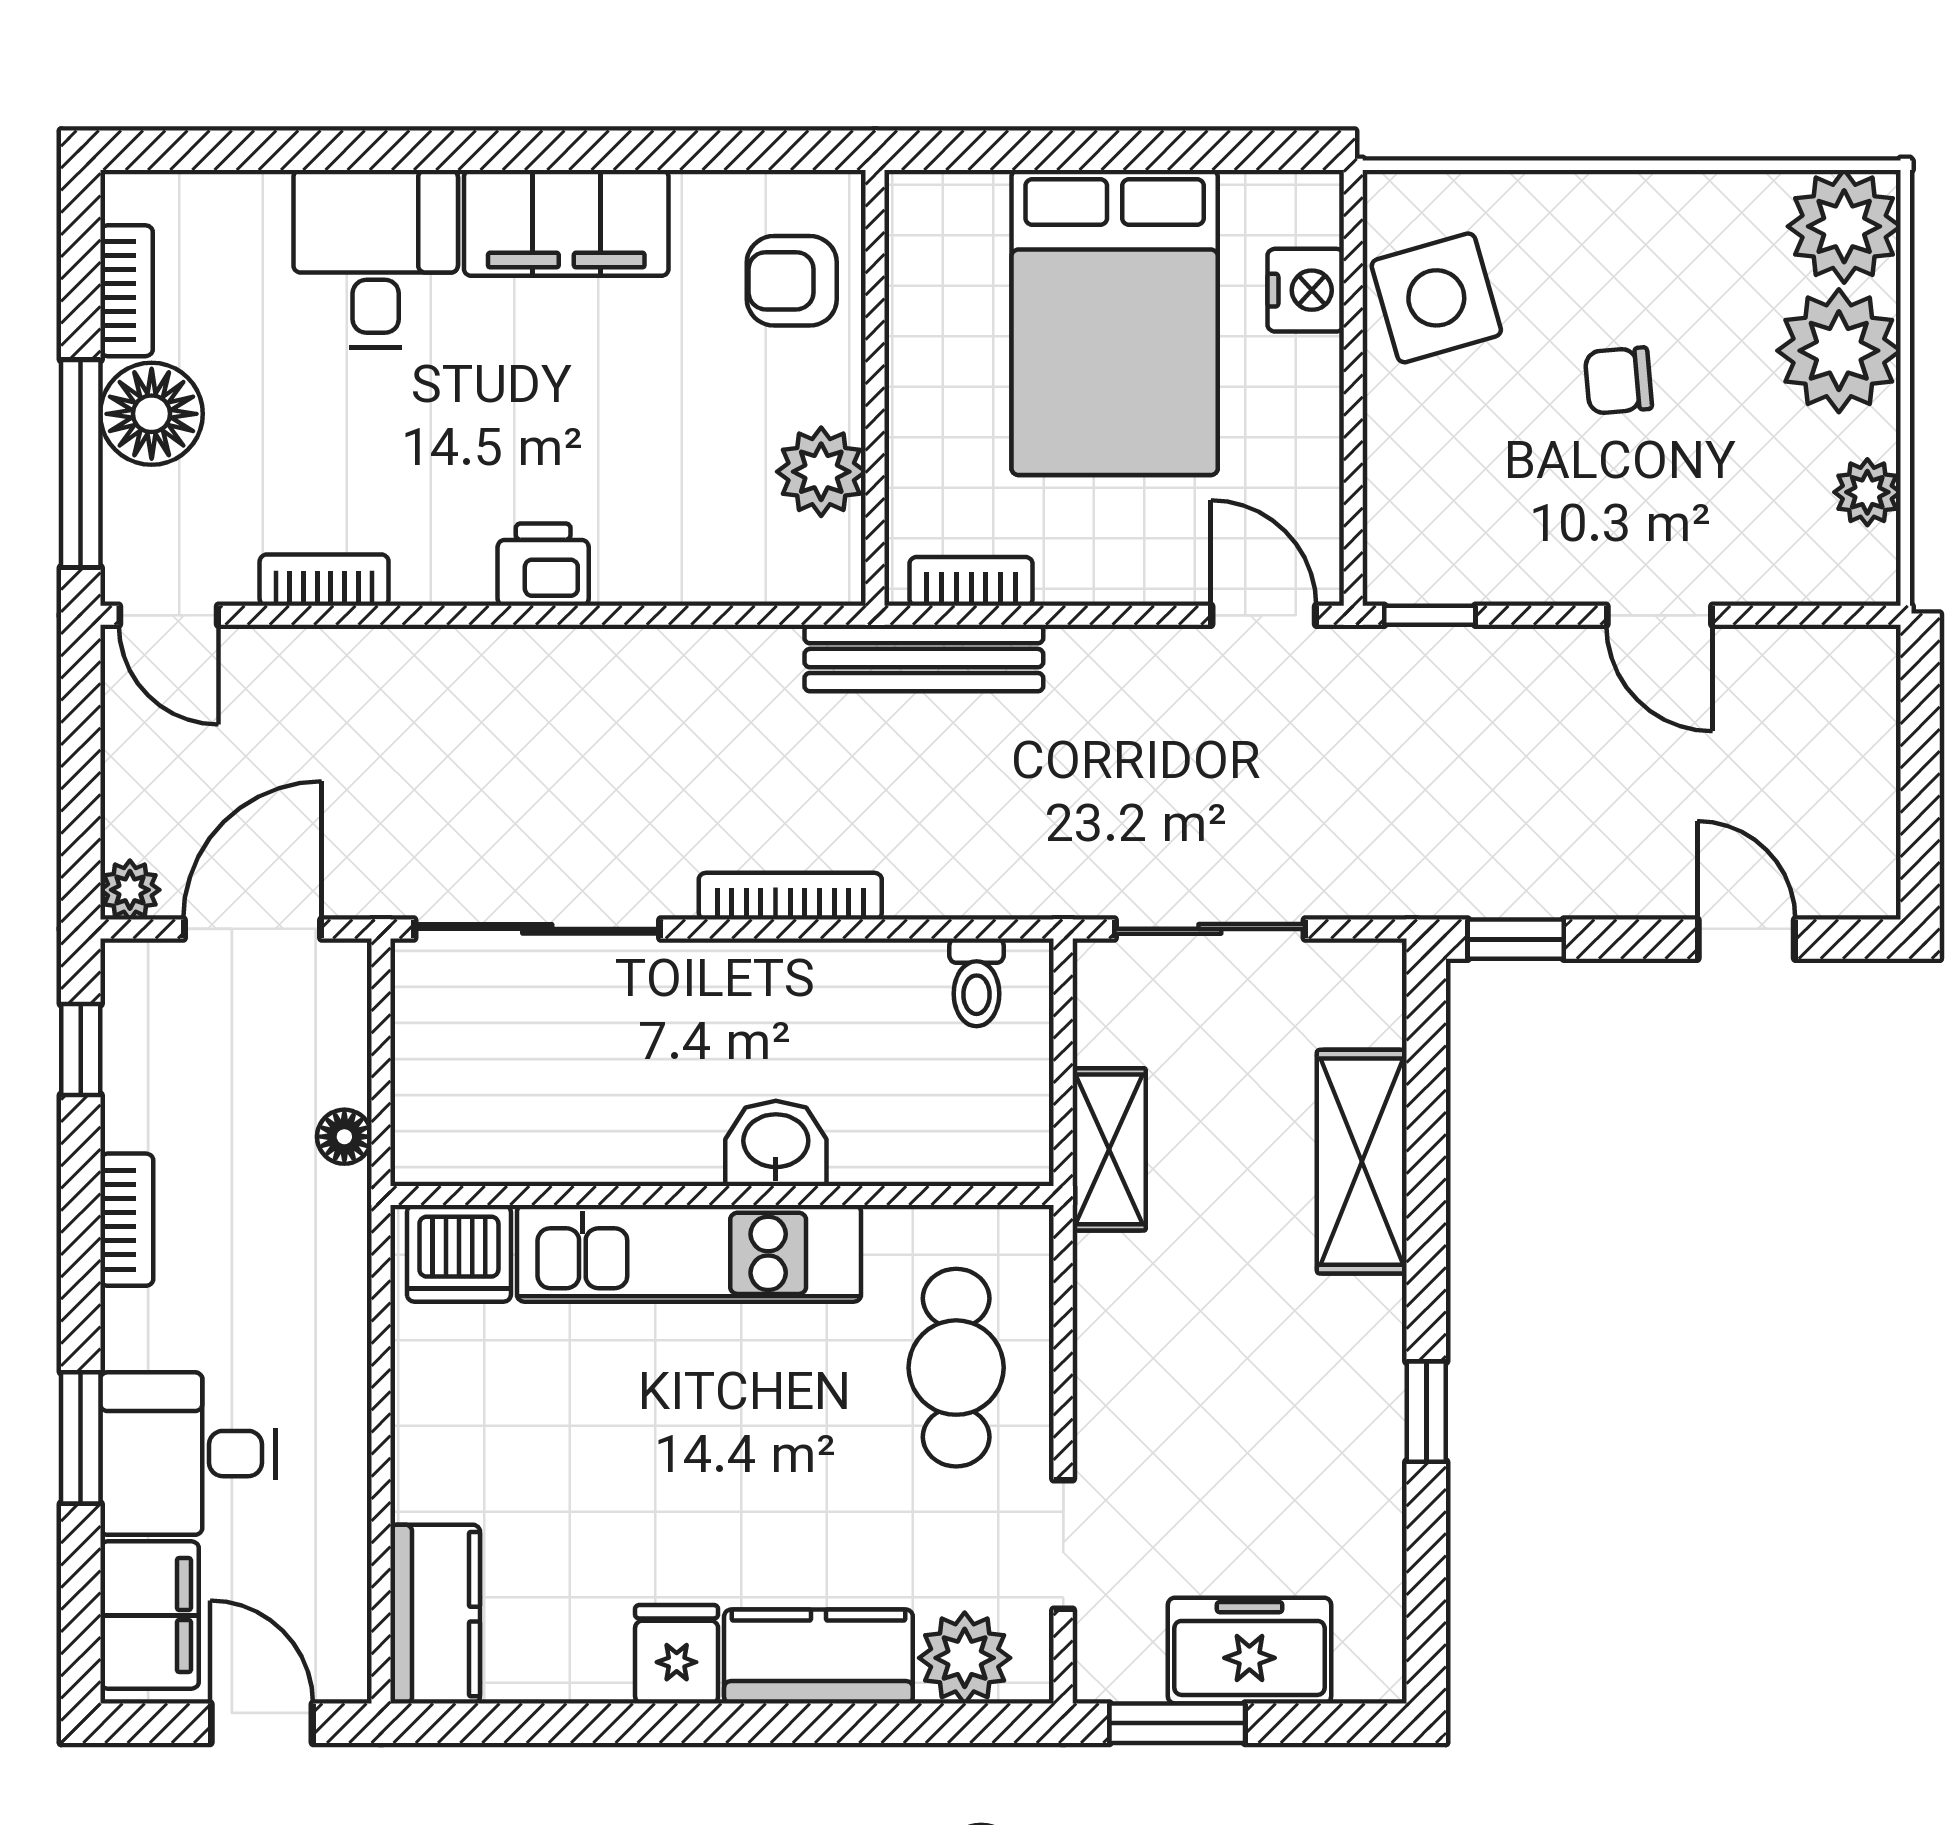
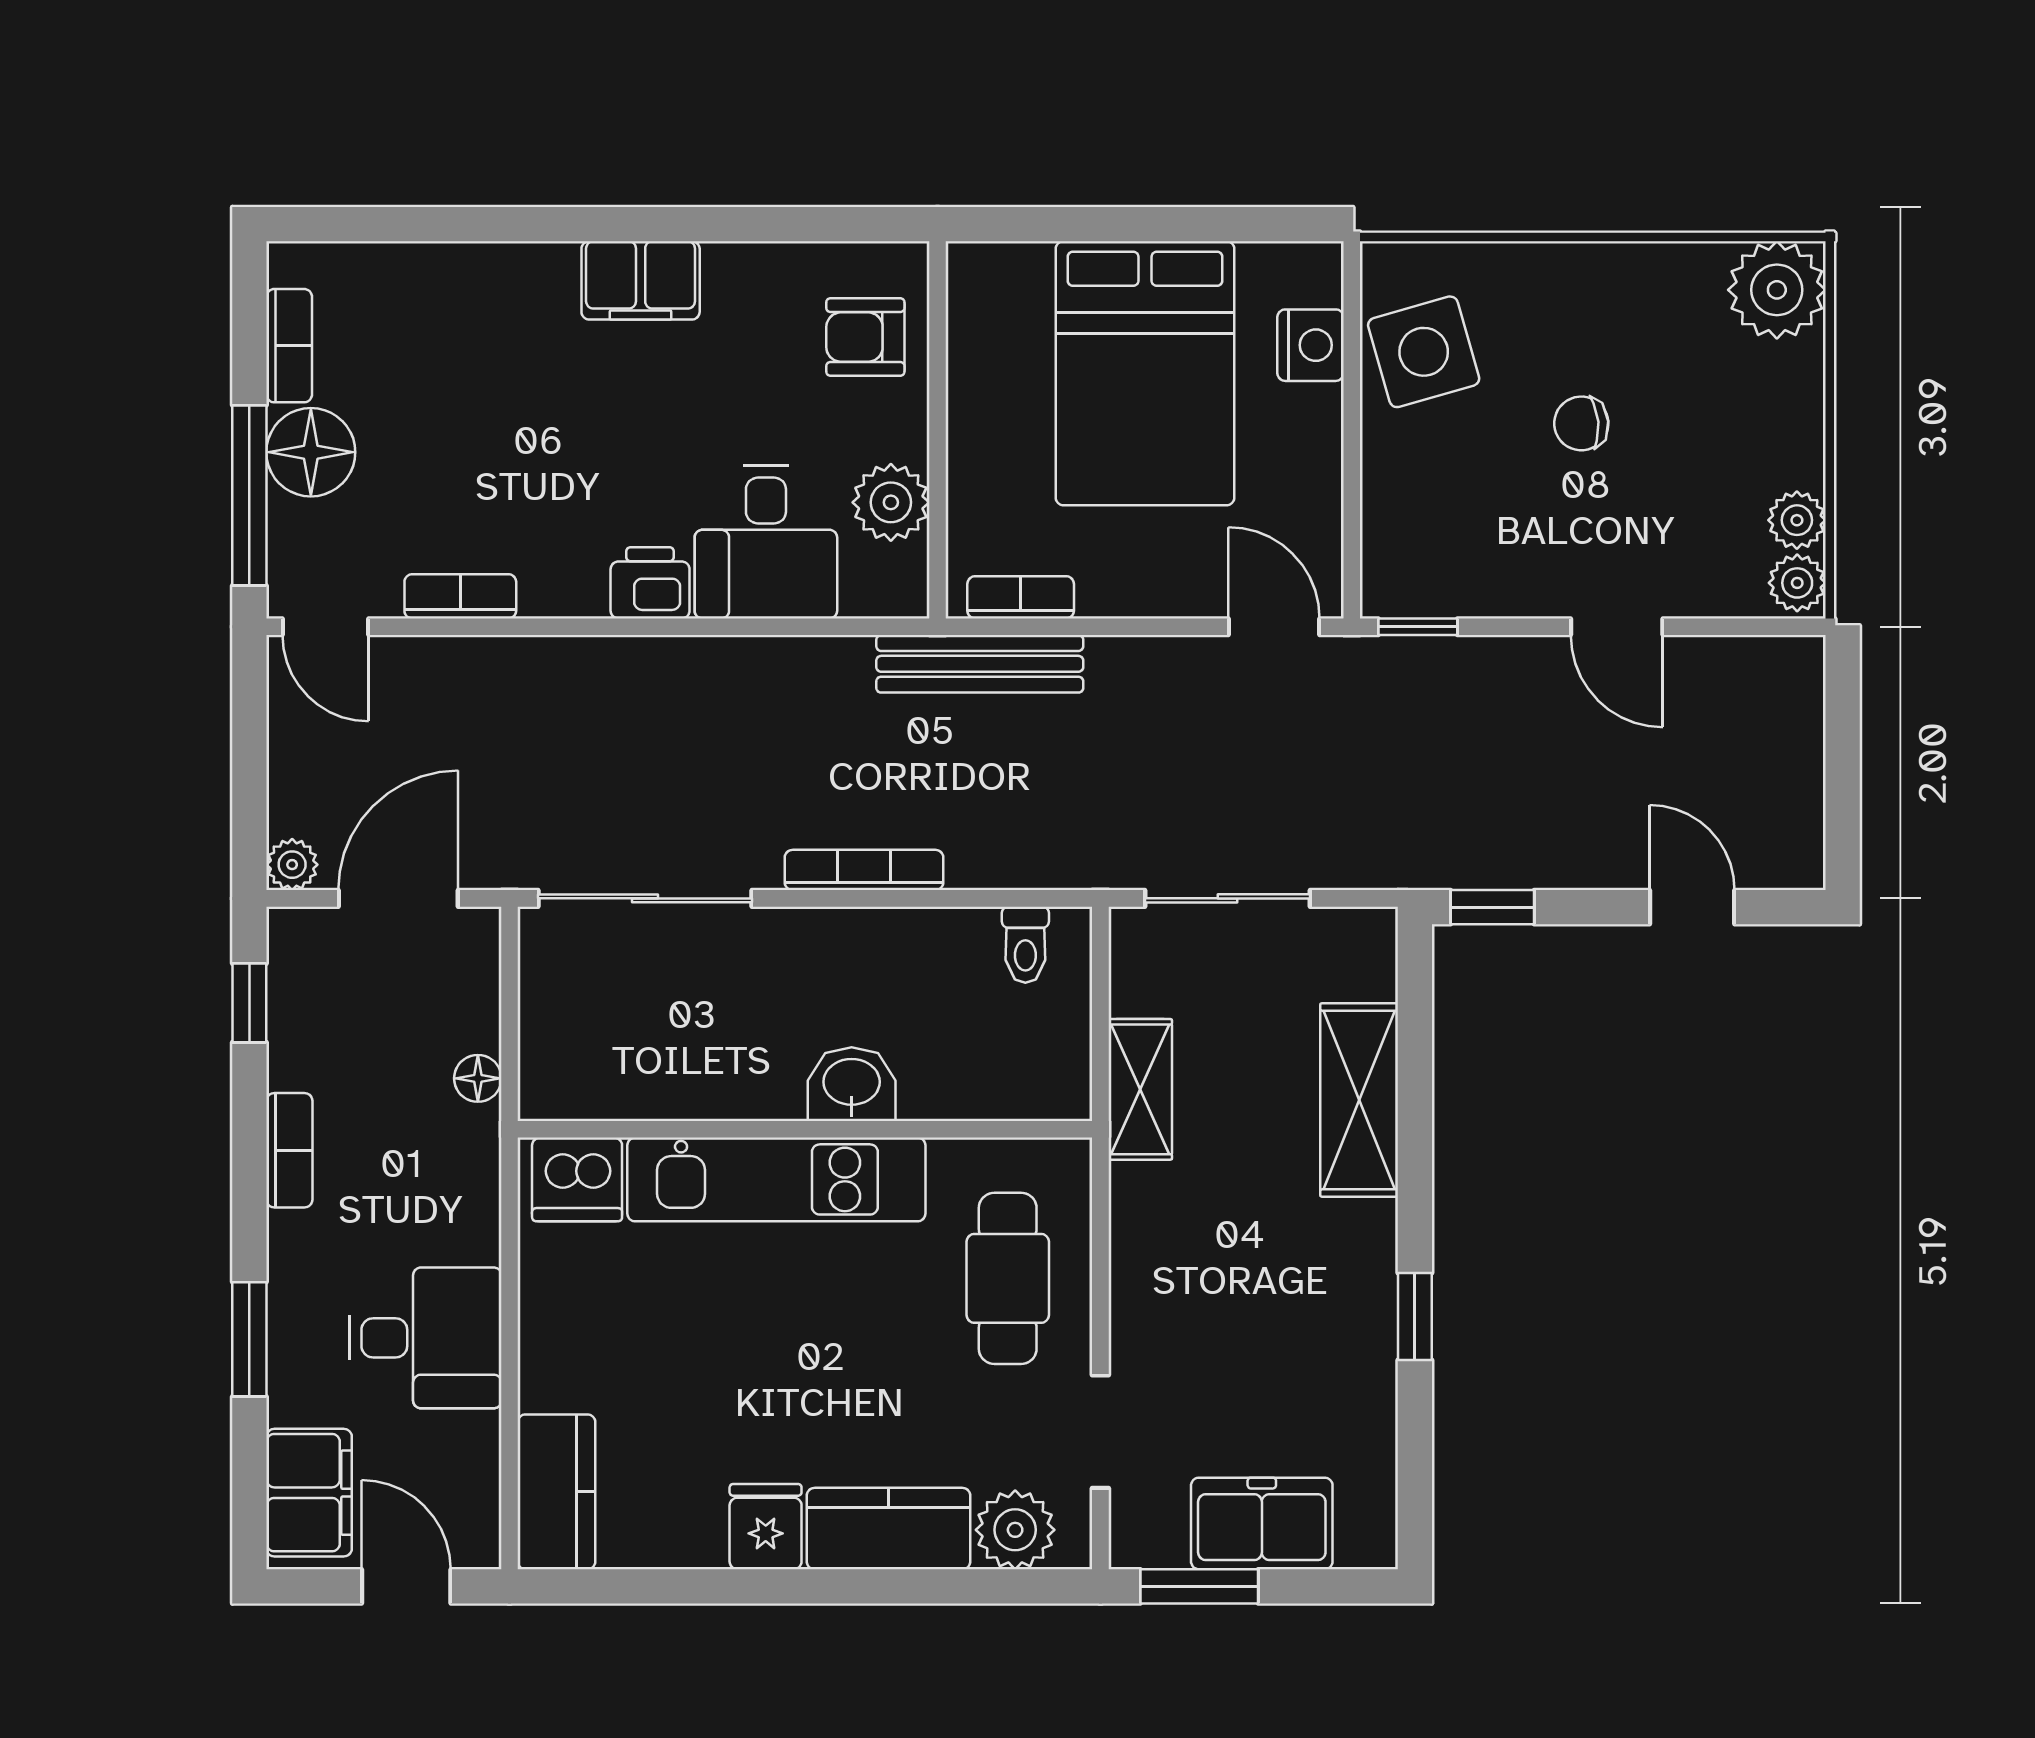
filing cabinet: (566, 223) -> (641, 280), width x0.67, depth x0.86
desk: (376, 258) -> (766, 542), moved, turned 180
plant: (1839, 351) -> (1797, 583), moved, width x0.53, depth x0.53
desk: (188, 1454) -> (425, 1338), moved, turned 180

